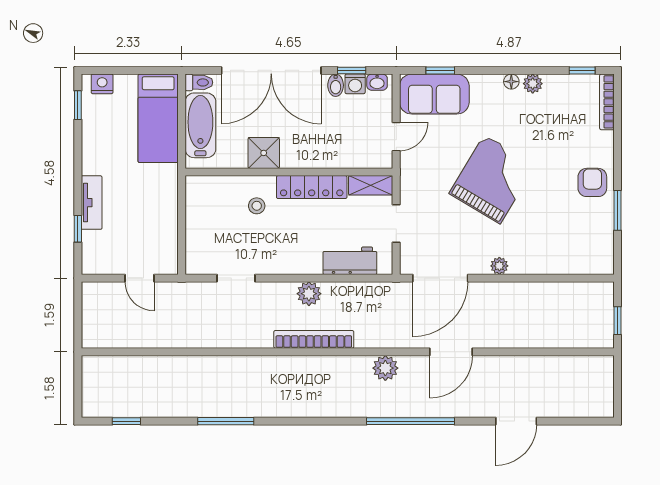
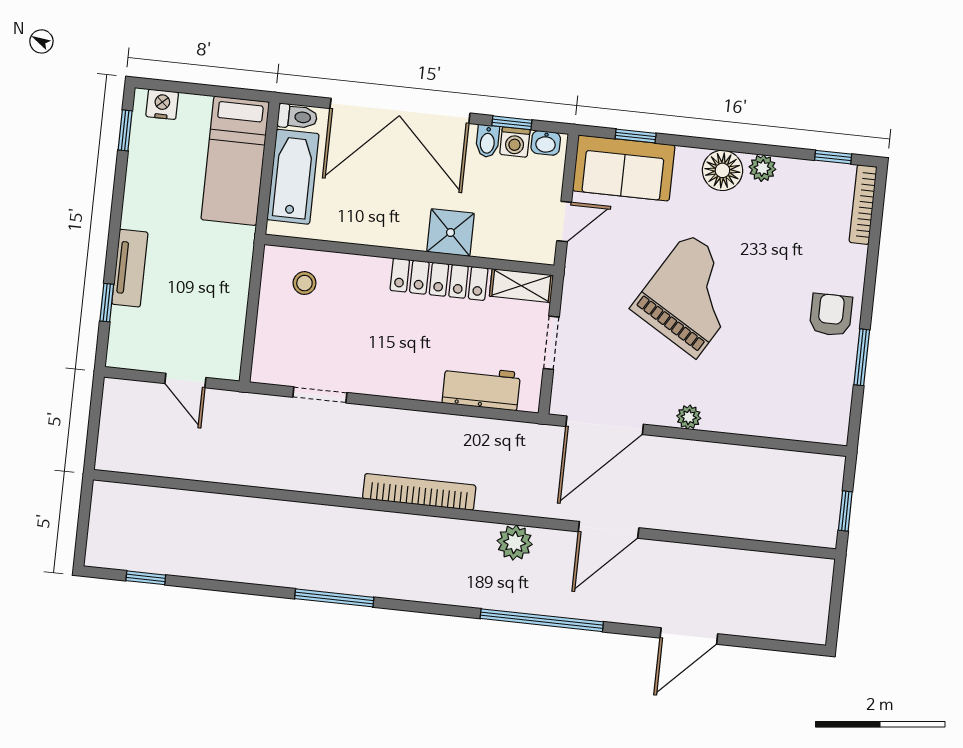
floor lamp: (511, 82) -> (722, 170), width x1.89, depth x1.89
shower: (264, 153) -> (451, 232), moved
stool: (257, 206) -> (304, 283), moved
plant: (309, 294) -> (419, 427), removed
window: (226, 421) -> (334, 598), moved

